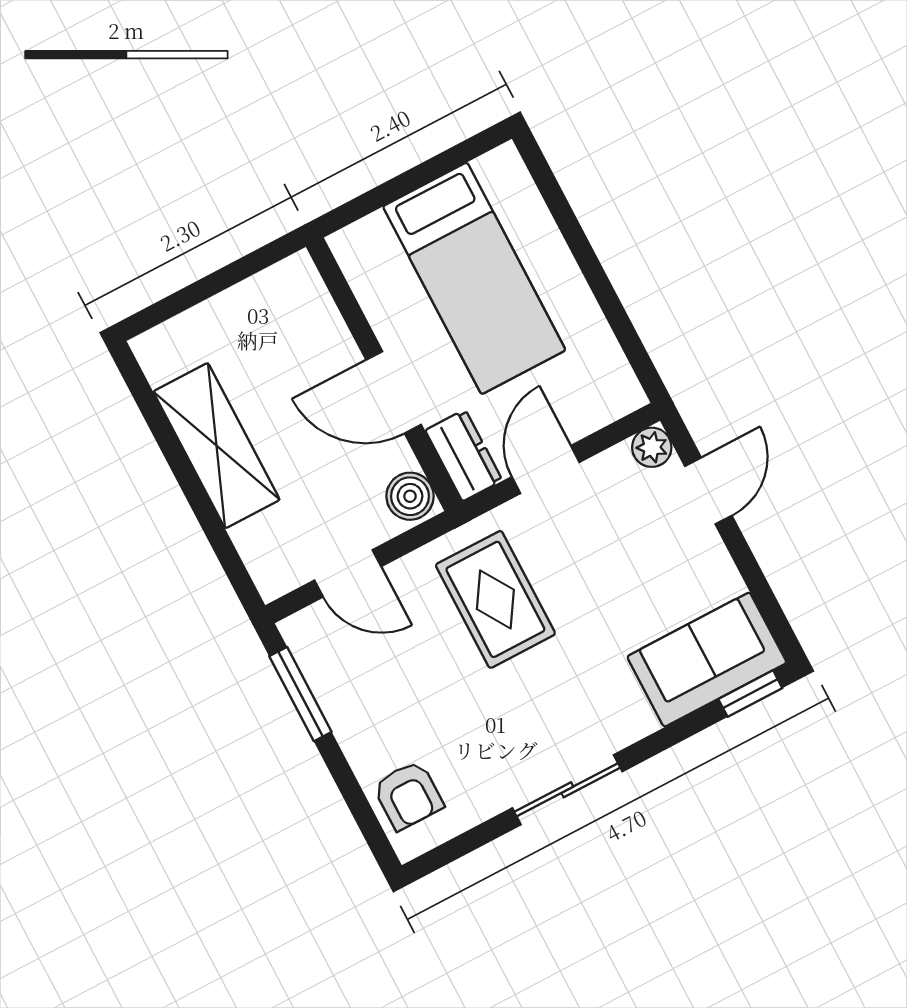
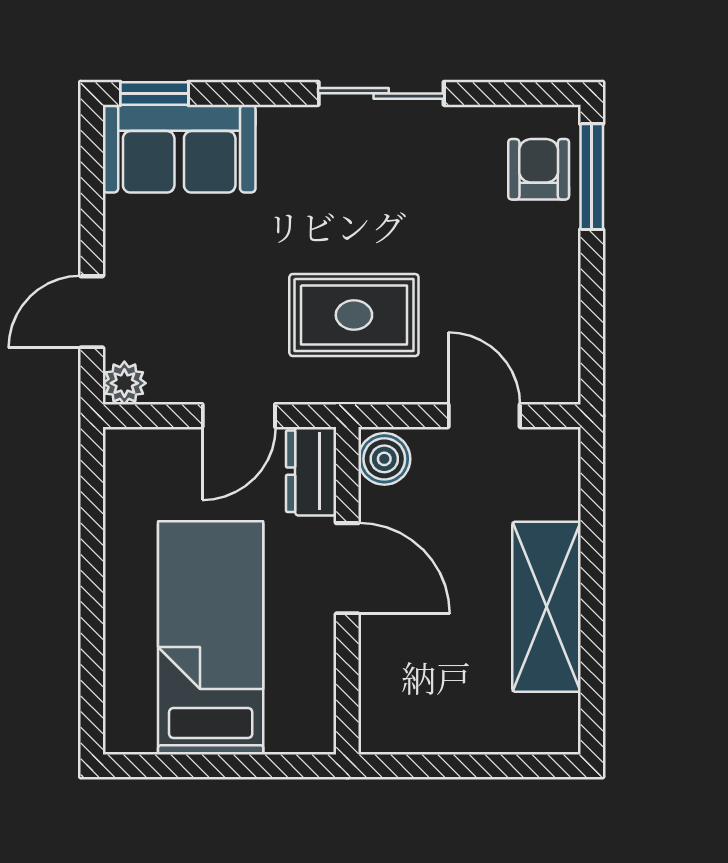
rug: (495, 599) -> (354, 315), turned 90
window: (300, 694) -> (592, 177), moved

